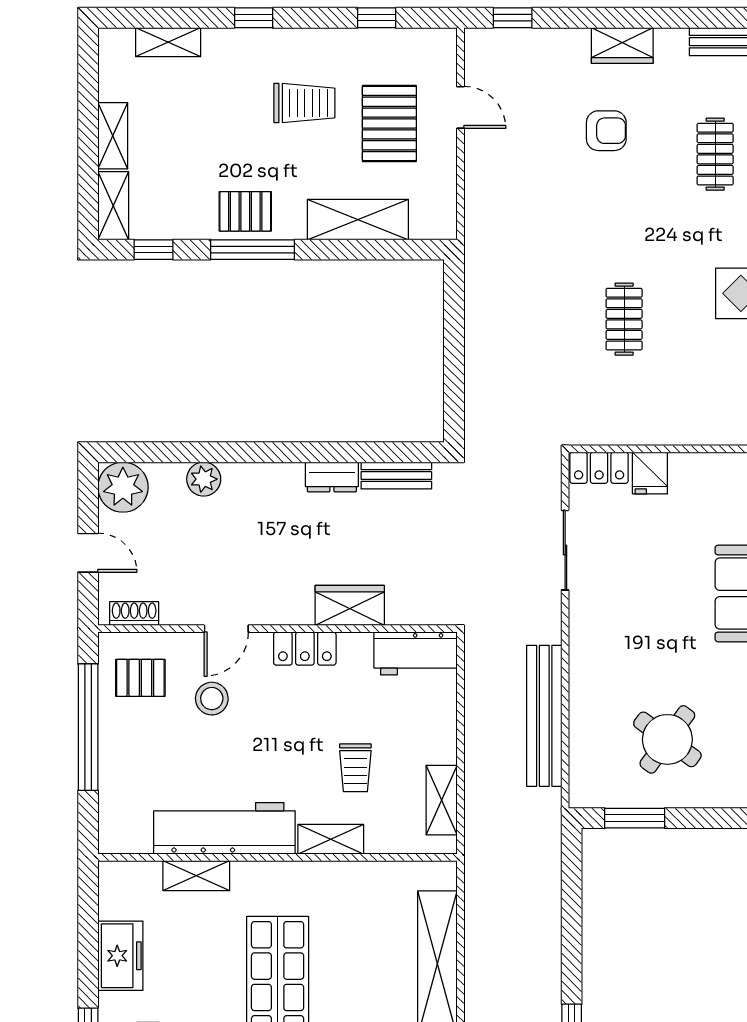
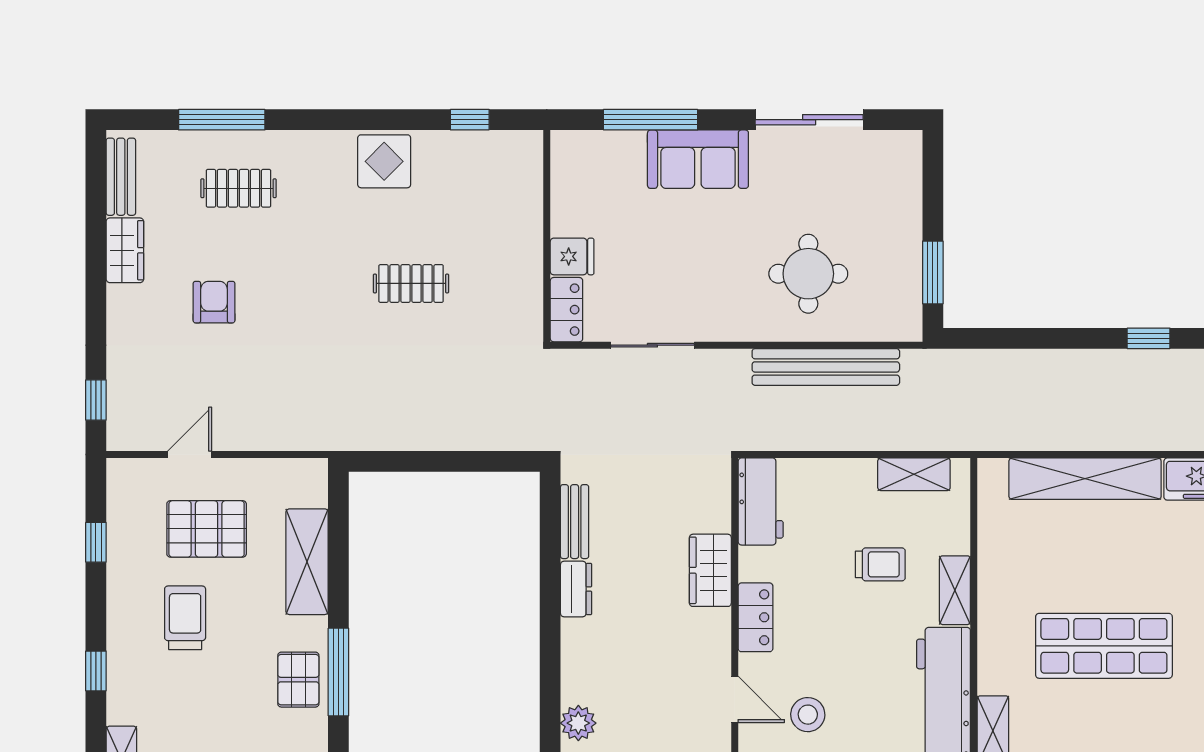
wardrobe: (622, 45) -> (125, 250), moved
round table: (667, 739) -> (808, 274), moved, turned -36

